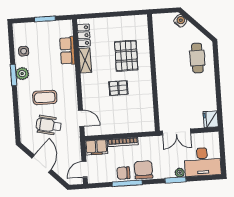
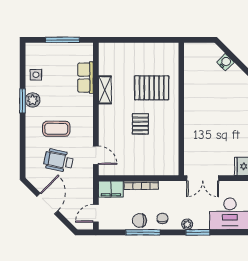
window: (45, 19) -> (62, 40), width x1.44
water cooler: (180, 21) -> (225, 62), moved
locker: (84, 35) -> (105, 61), removed
pallet: (126, 56) -> (152, 88), turned 90
cafe table: (197, 58) -> (232, 96), removed
pallet: (118, 88) -> (140, 124), turned 90
chair: (143, 170) -> (162, 218), width x0.54, depth x0.54
plant: (180, 173) -> (187, 224), moved

